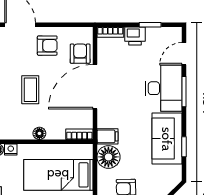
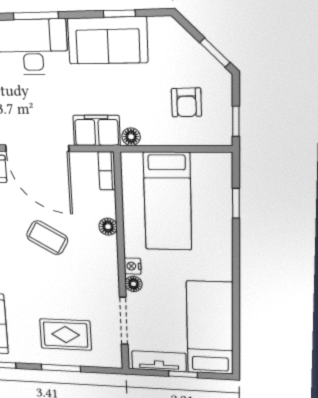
coffee table: (30, 90) -> (47, 238), turned 30
filing cabinet: (107, 136) -> (97, 130), width x2.00
floor lamp: (108, 157) -> (131, 137), width x0.53, depth x0.53

